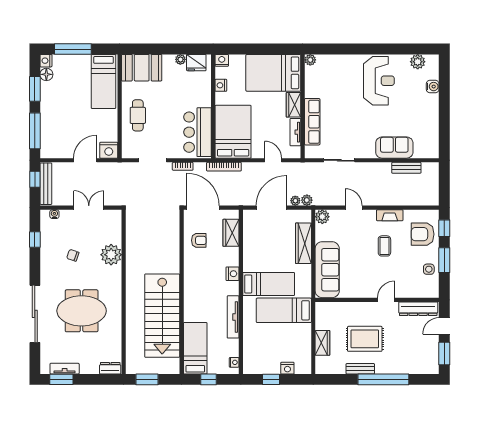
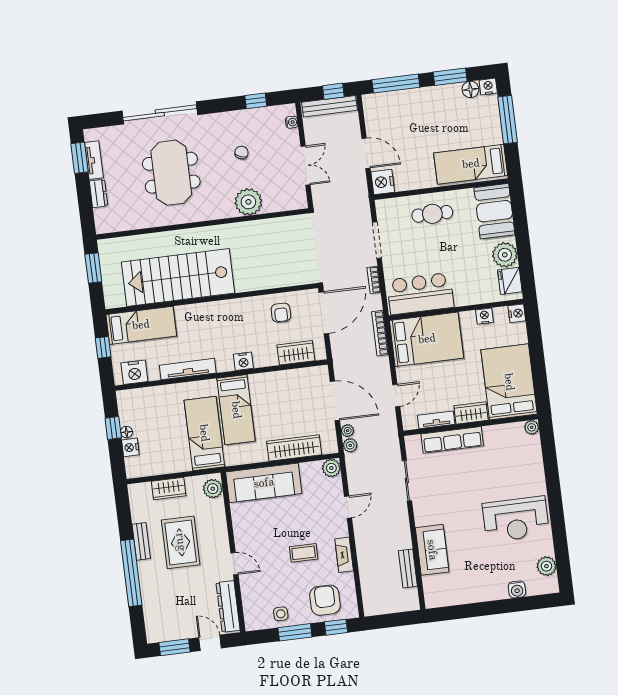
plant: (180, 59) -> (505, 255), width x1.88, depth x1.88
plant: (327, 309) -> (213, 489), added
nightstand: (234, 362) -> (134, 372), width x1.89, depth x1.79
dresser: (110, 368) -> (99, 193), moved
floor lamp: (275, 370) -> (126, 432), added

